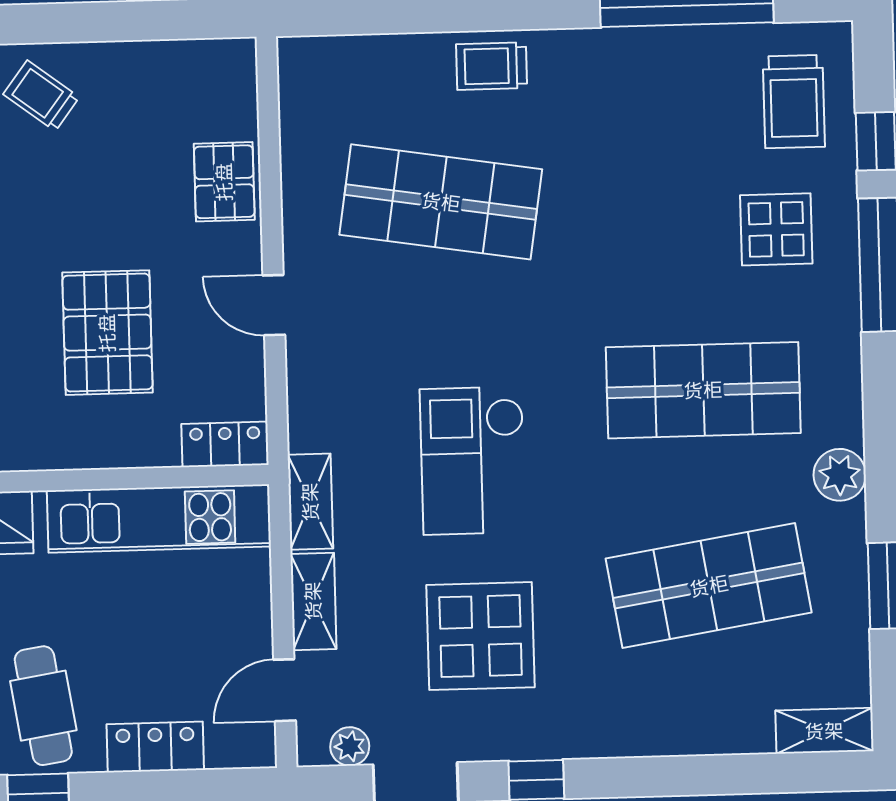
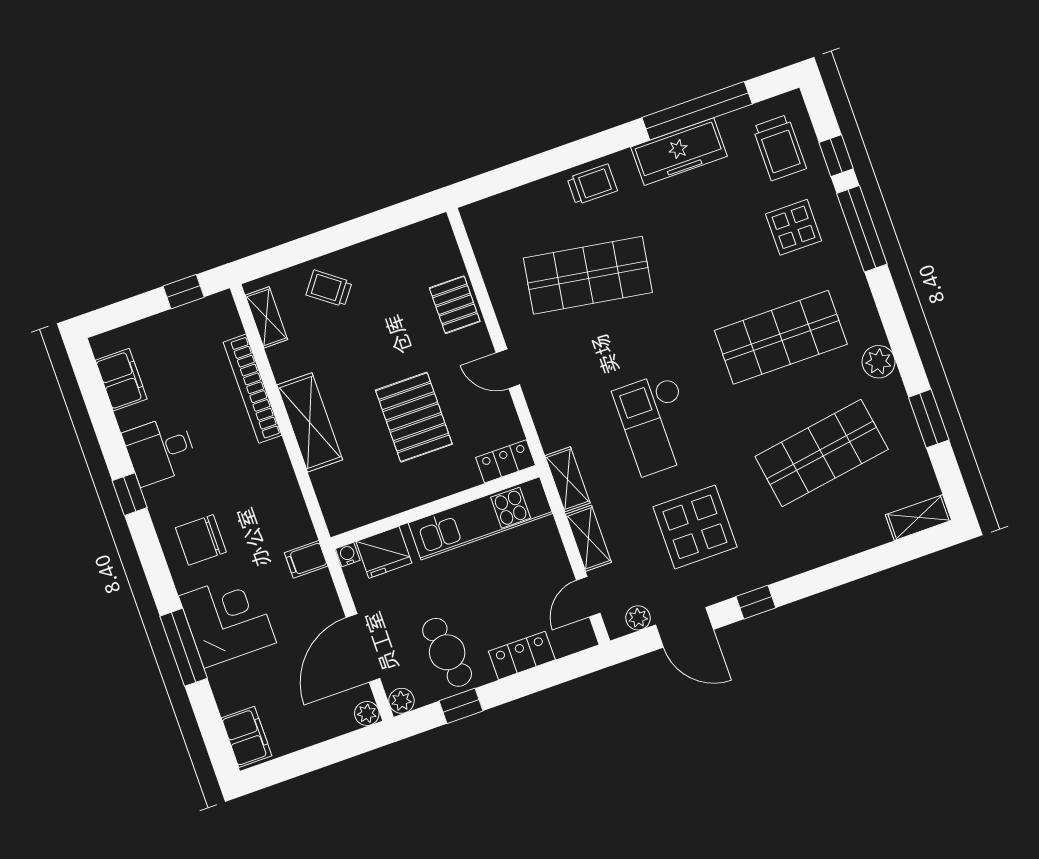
freezer: (639, 59) -> (679, 152), added
trolley: (492, 66) -> (592, 184), turned 180

